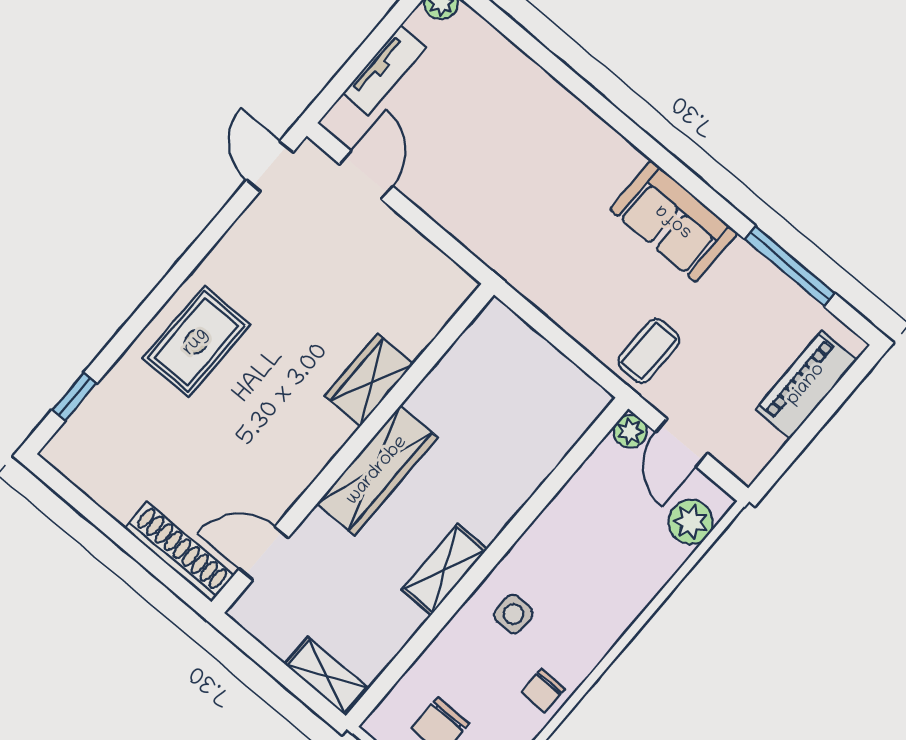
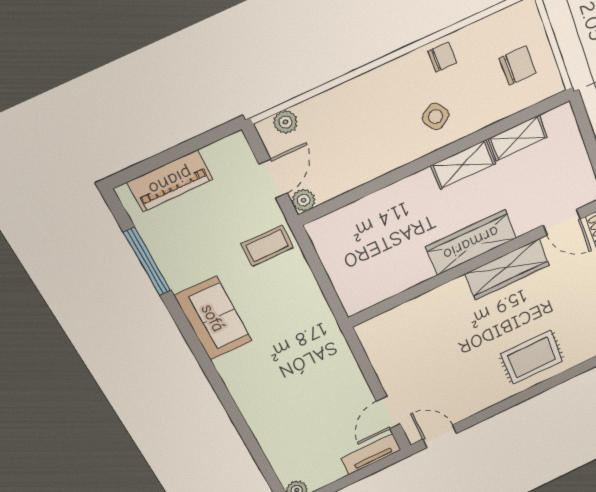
tv unit: (384, 70) -> (371, 454), moved
door: (270, 166) -> (440, 436), swing flipped
wardrobe: (369, 380) -> (507, 269), moved, width x1.50
plant: (691, 522) -> (285, 122), width x0.73, depth x0.73
side table: (513, 614) -> (436, 117), turned -32
shelving: (327, 676) -> (518, 138), moved, turned 90

